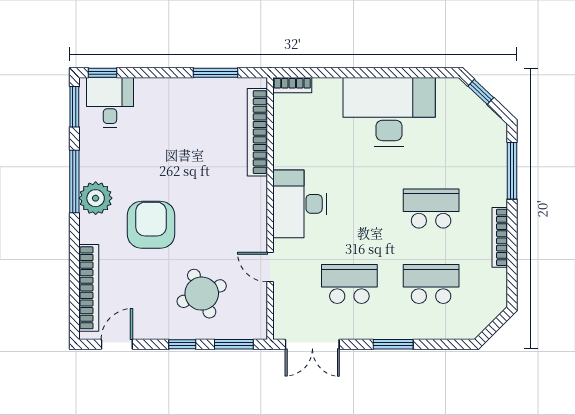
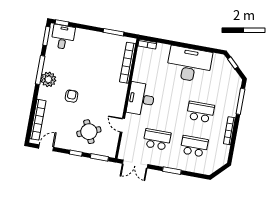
armchair: (151, 225) -> (71, 96), width x0.53, depth x0.53

